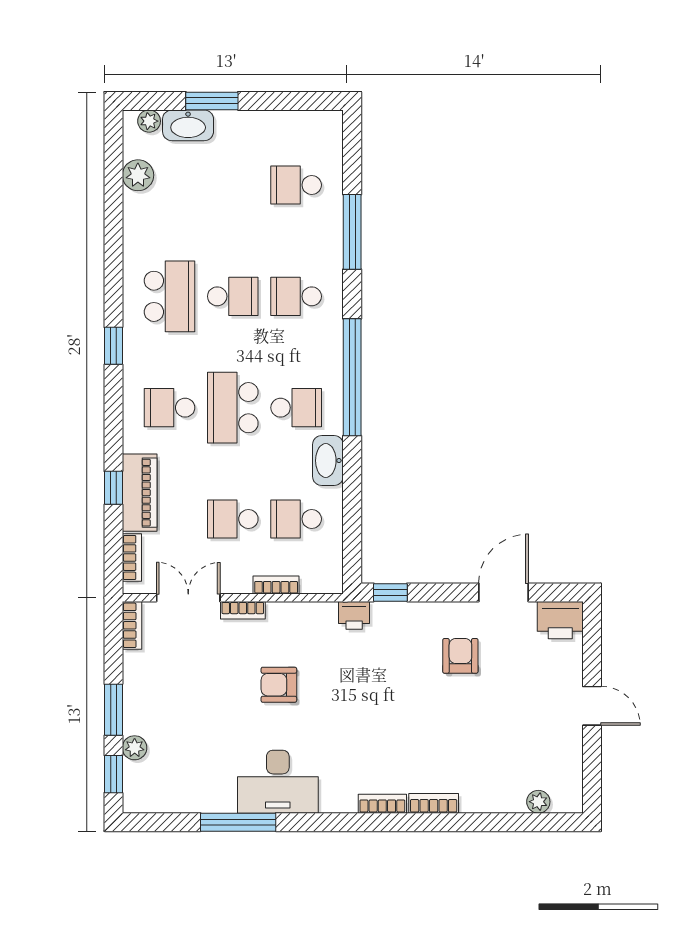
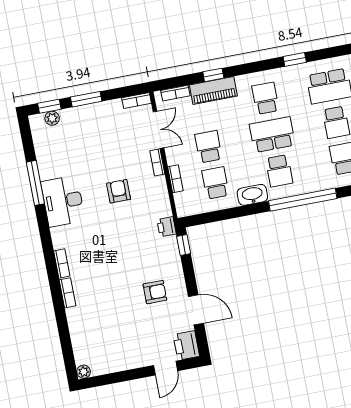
door: (592, 706) -> (166, 368), moved
plant: (135, 748) -> (52, 118), moved
plant: (538, 802) -> (84, 372), moved

